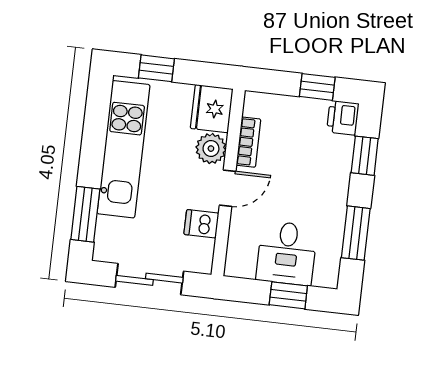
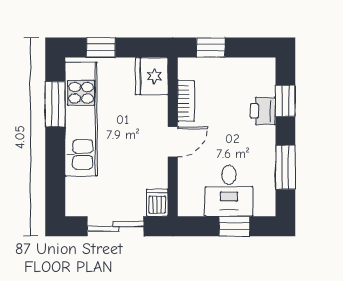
window: (317, 87) -> (211, 48), moved
printer: (343, 118) -> (263, 111), moved
plant: (211, 149) -> (155, 110), removed
window: (85, 214) -> (55, 104), moved
dishwasher: (201, 224) -> (157, 203), moved, turned 90

